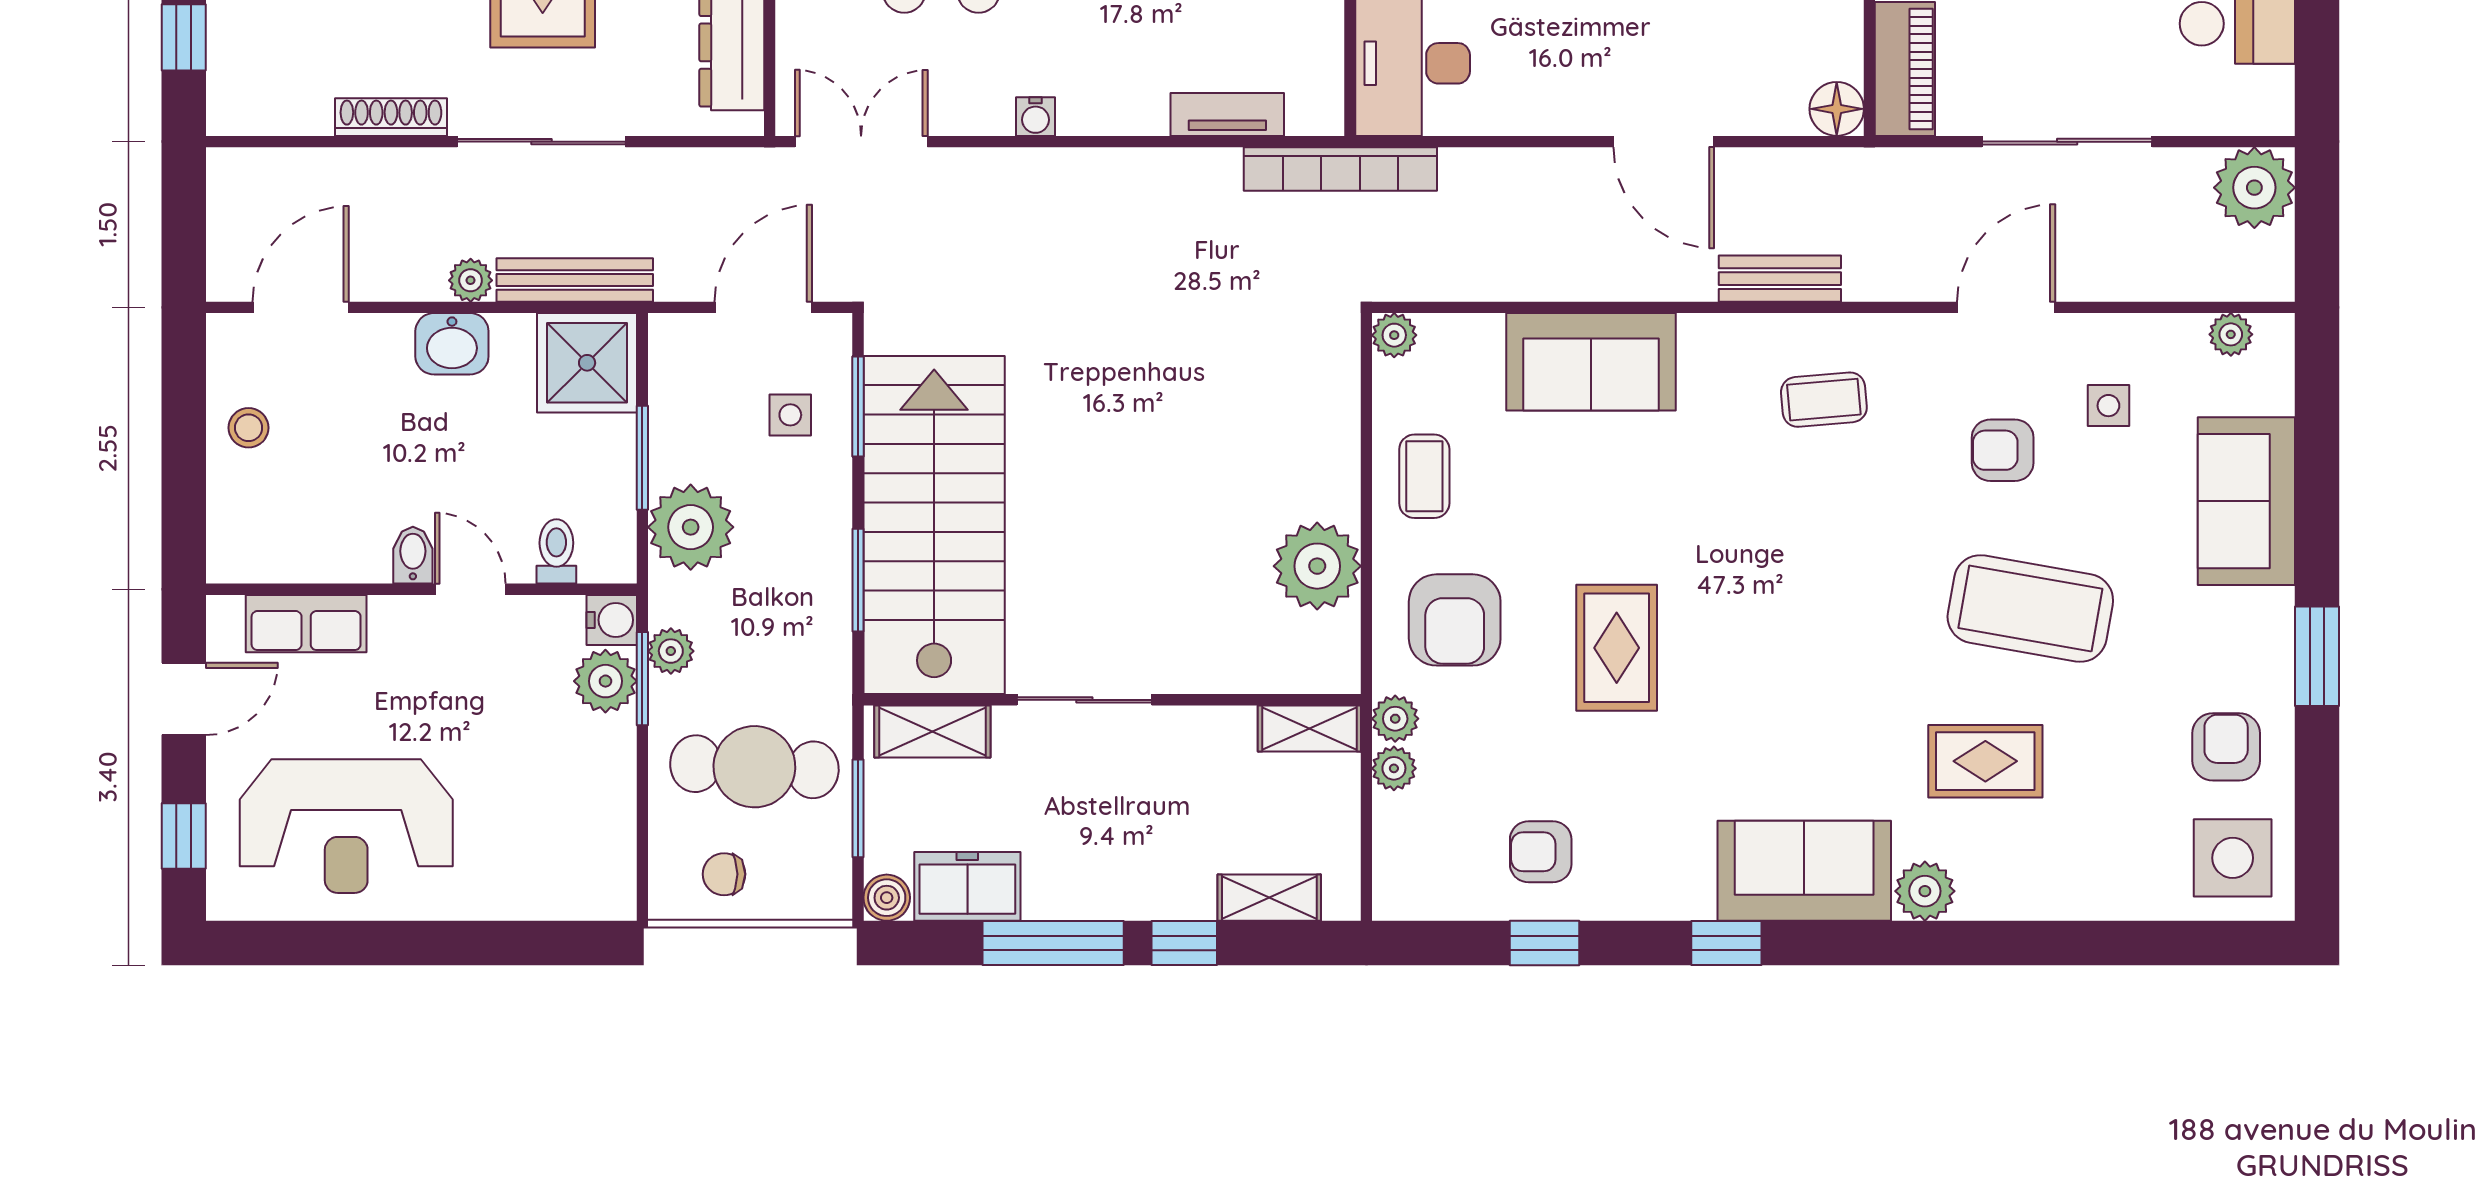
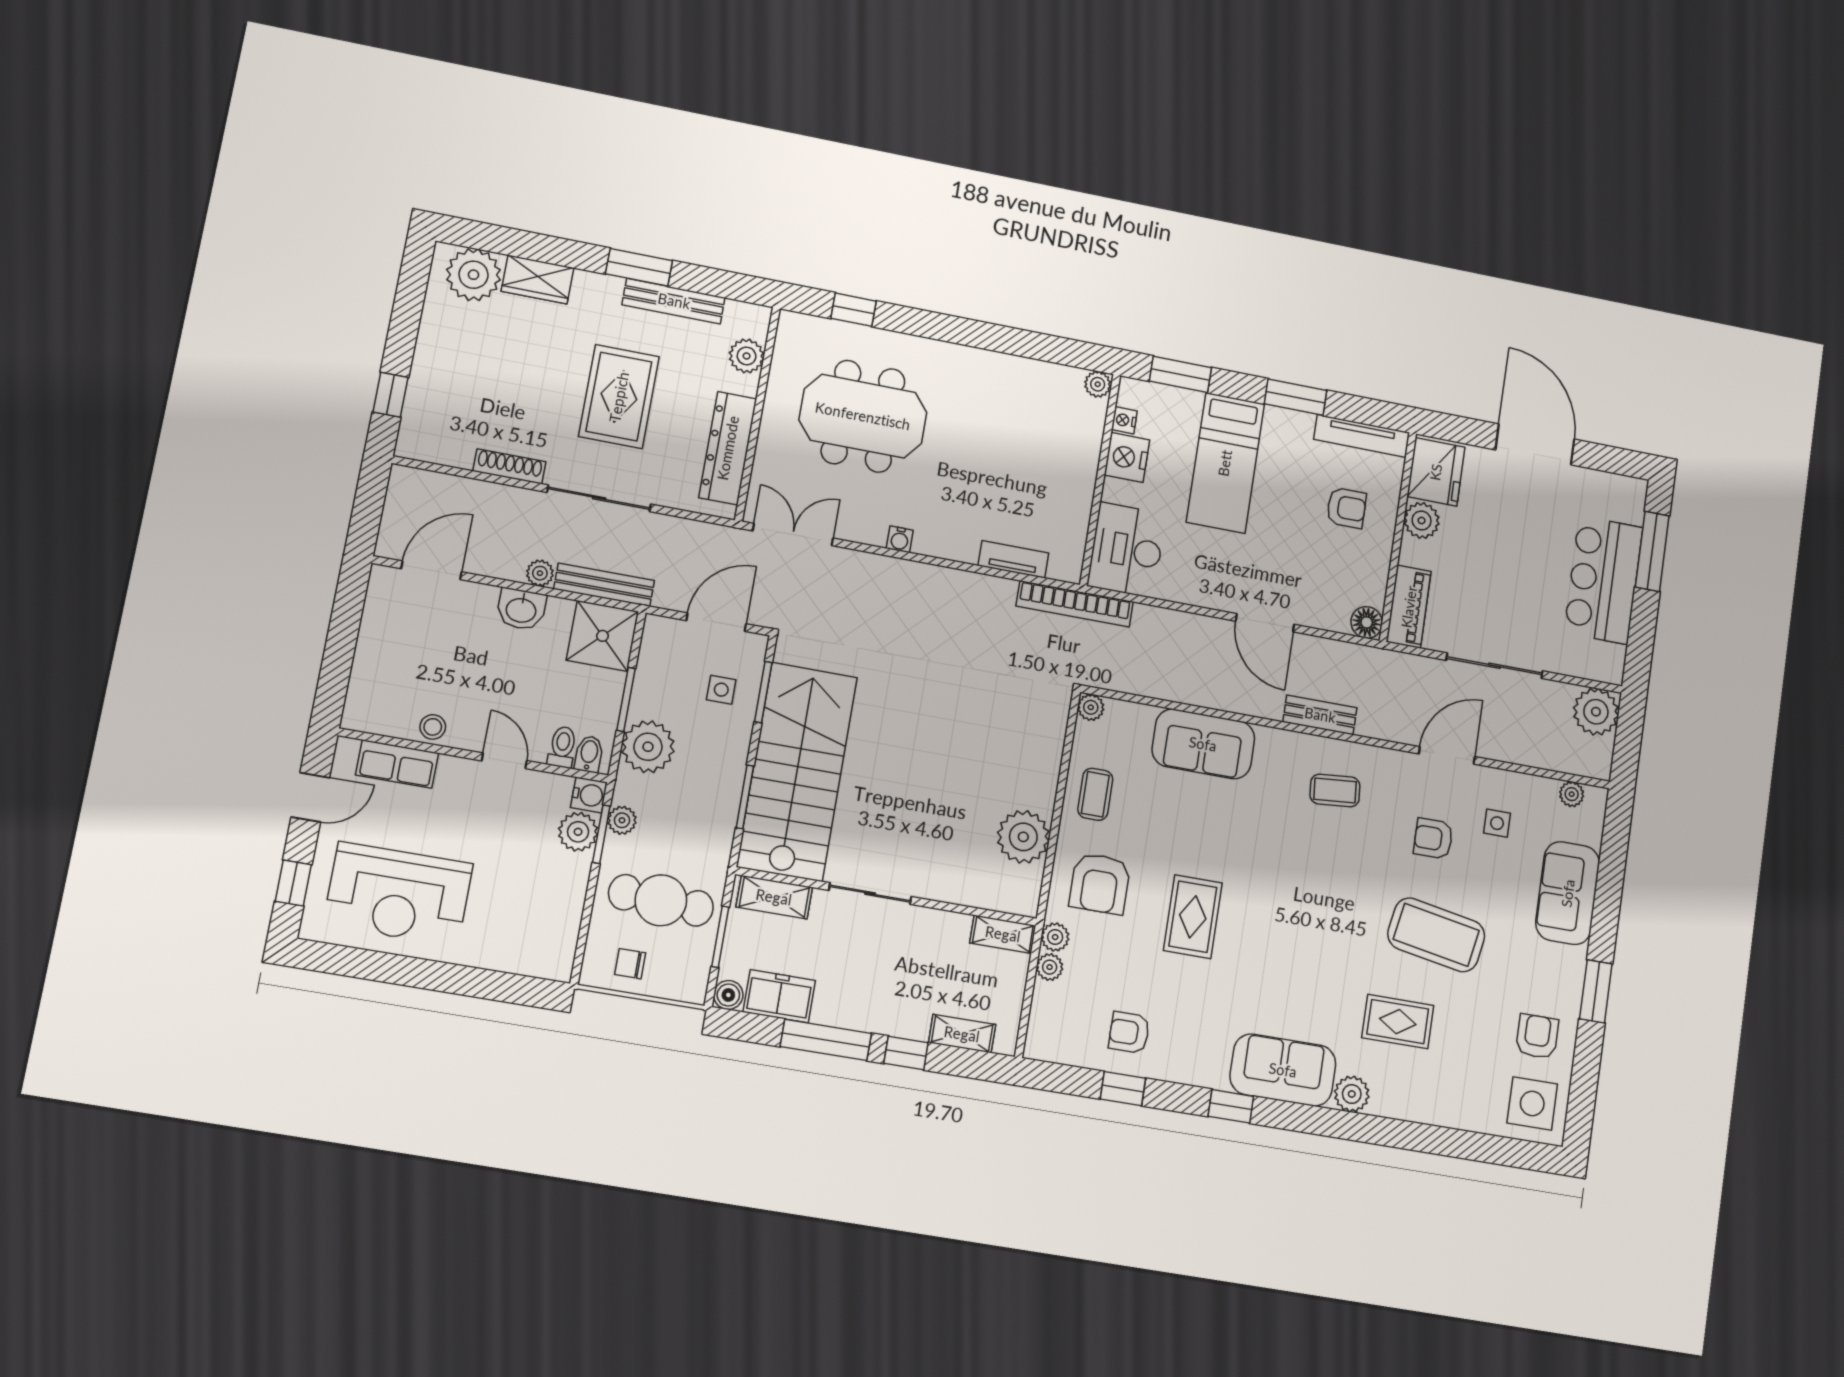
stool: (249, 428) -> (433, 727), moved
bidet: (413, 555) -> (589, 754), moved

